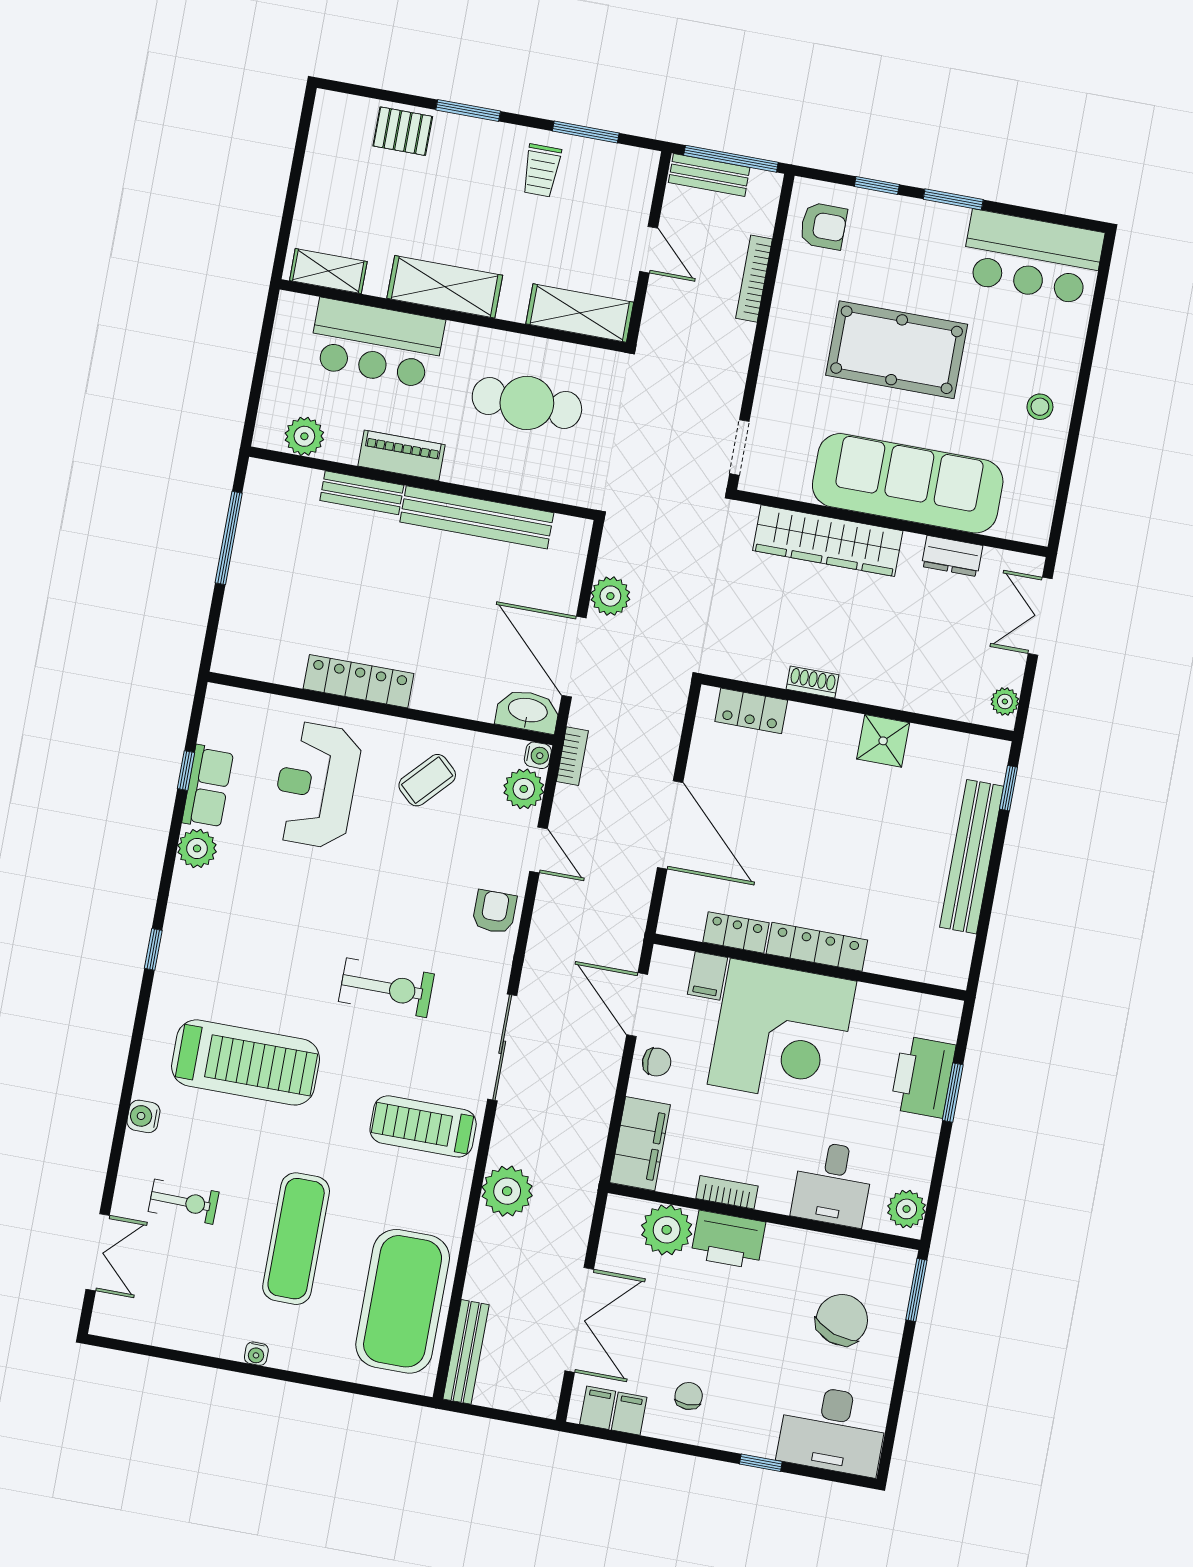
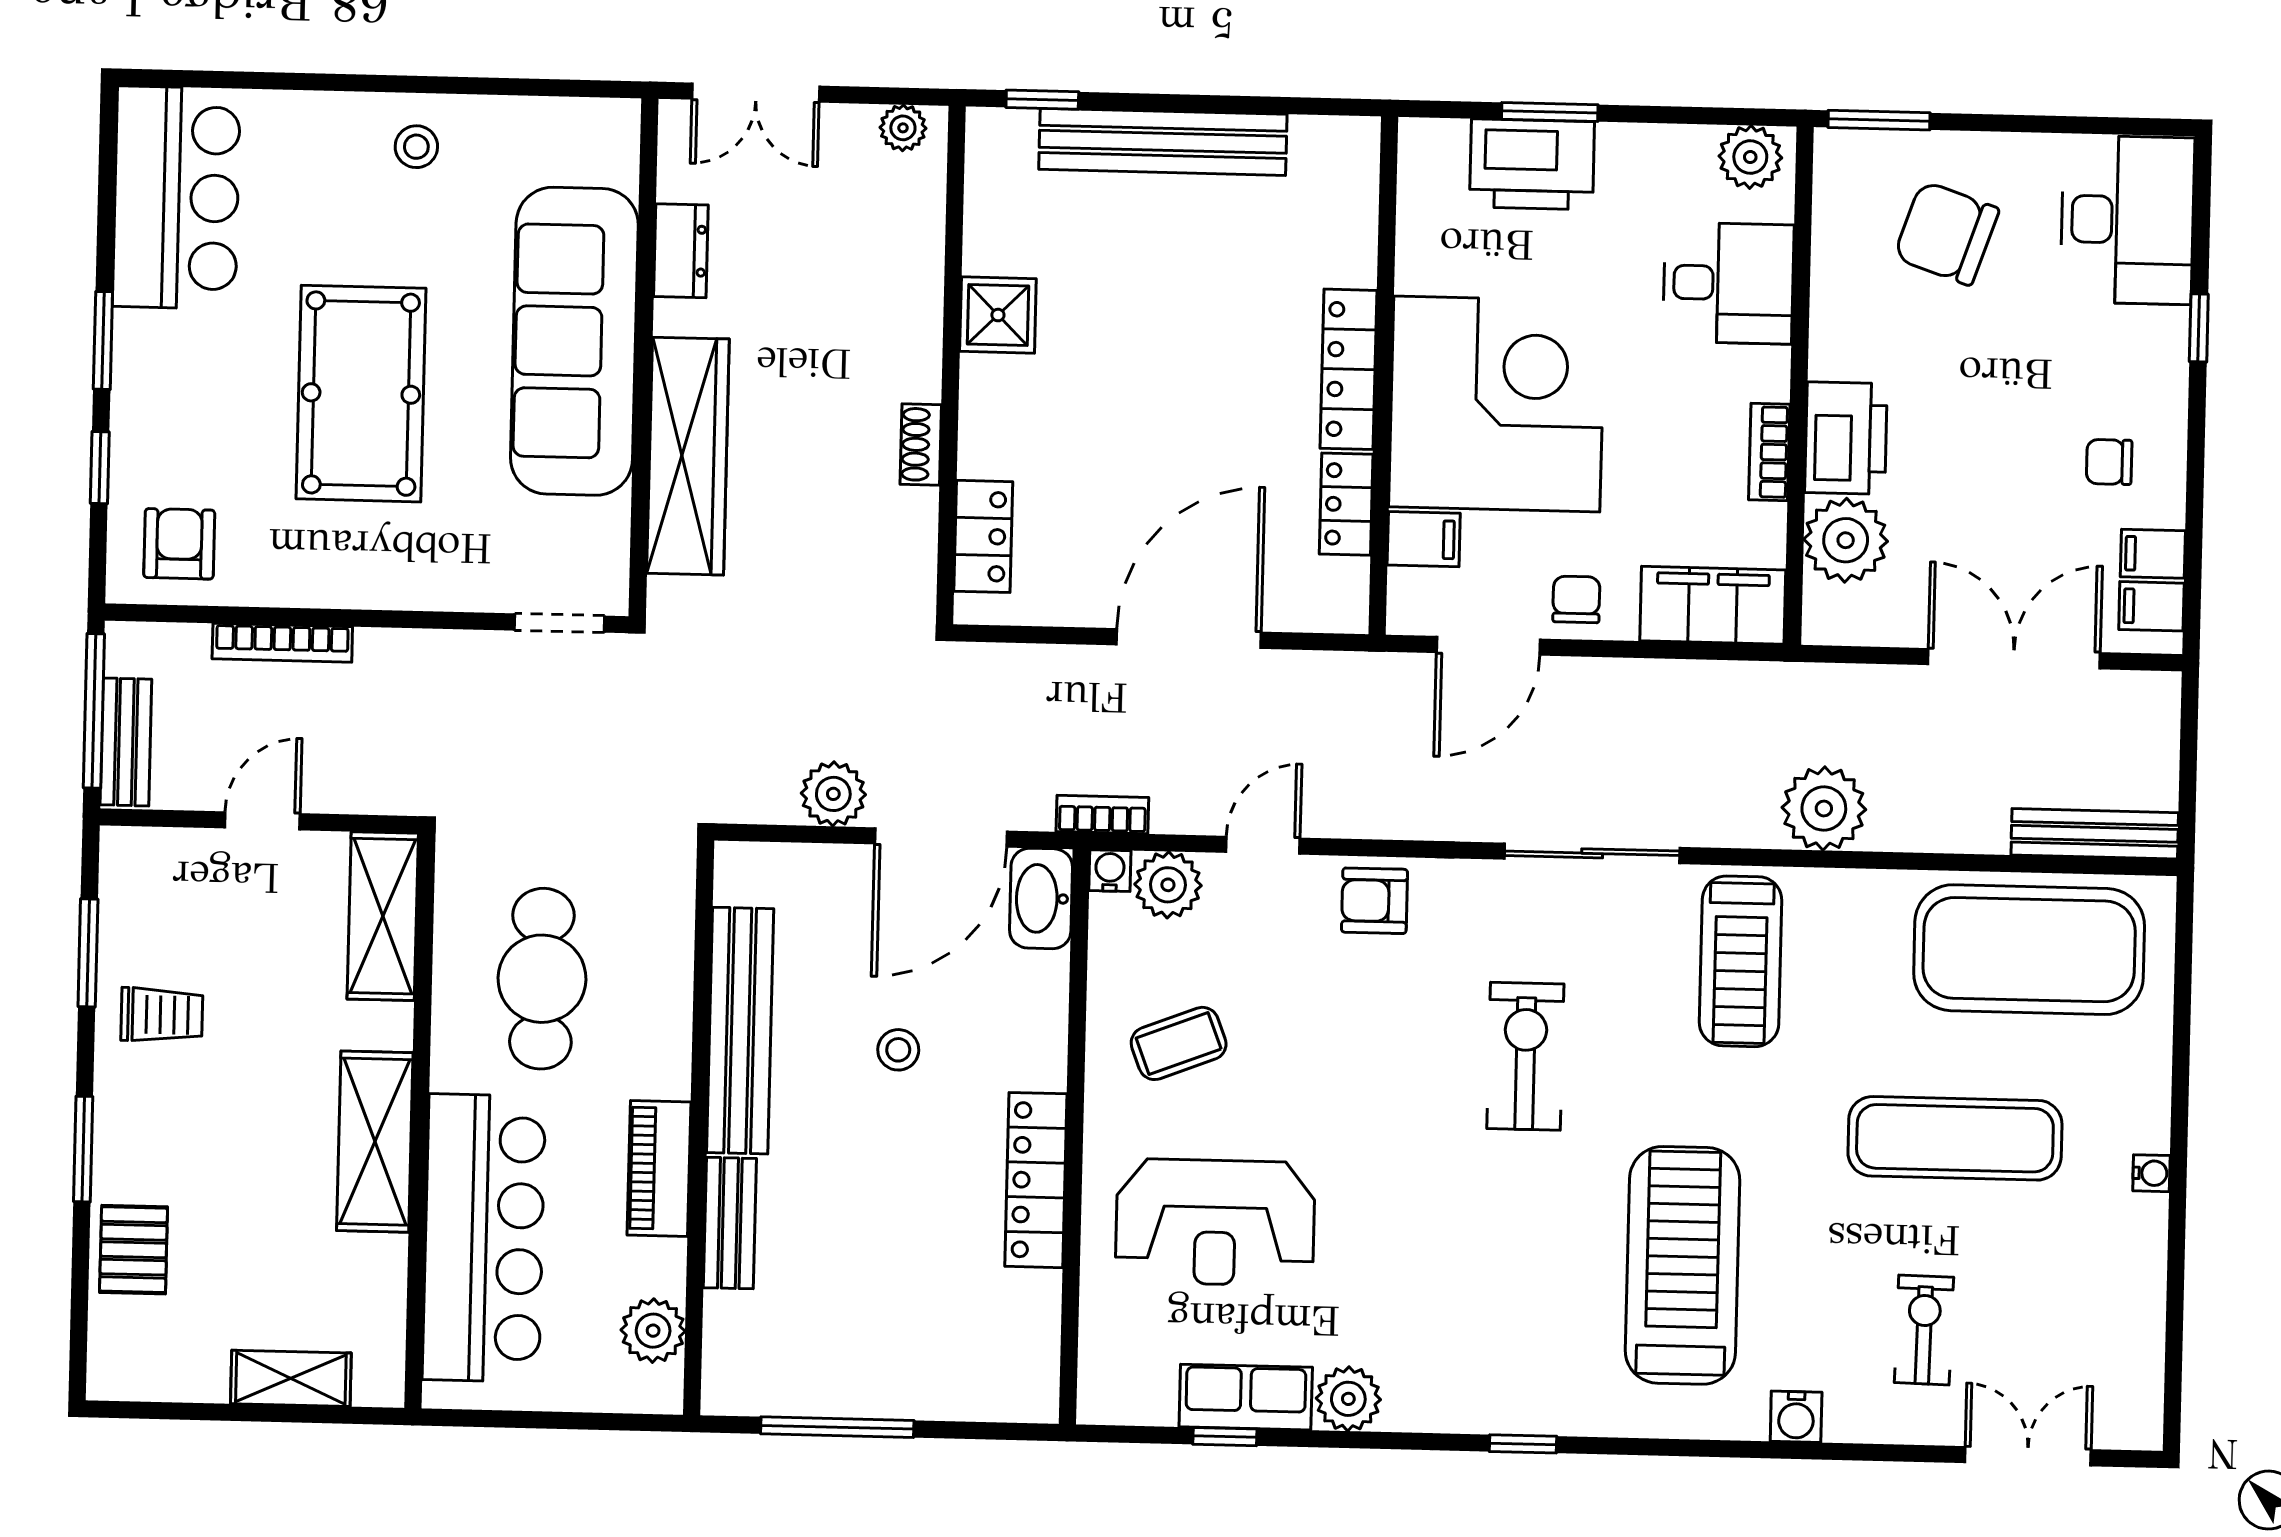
shelving: (328, 271) -> (291, 1378), moved, turned 90
bar counter: (376, 343) -> (484, 1238), width x1.36
stool: (450, 611) -> (898, 1050), added
coffee table: (427, 780) -> (1179, 1043), turned -64

